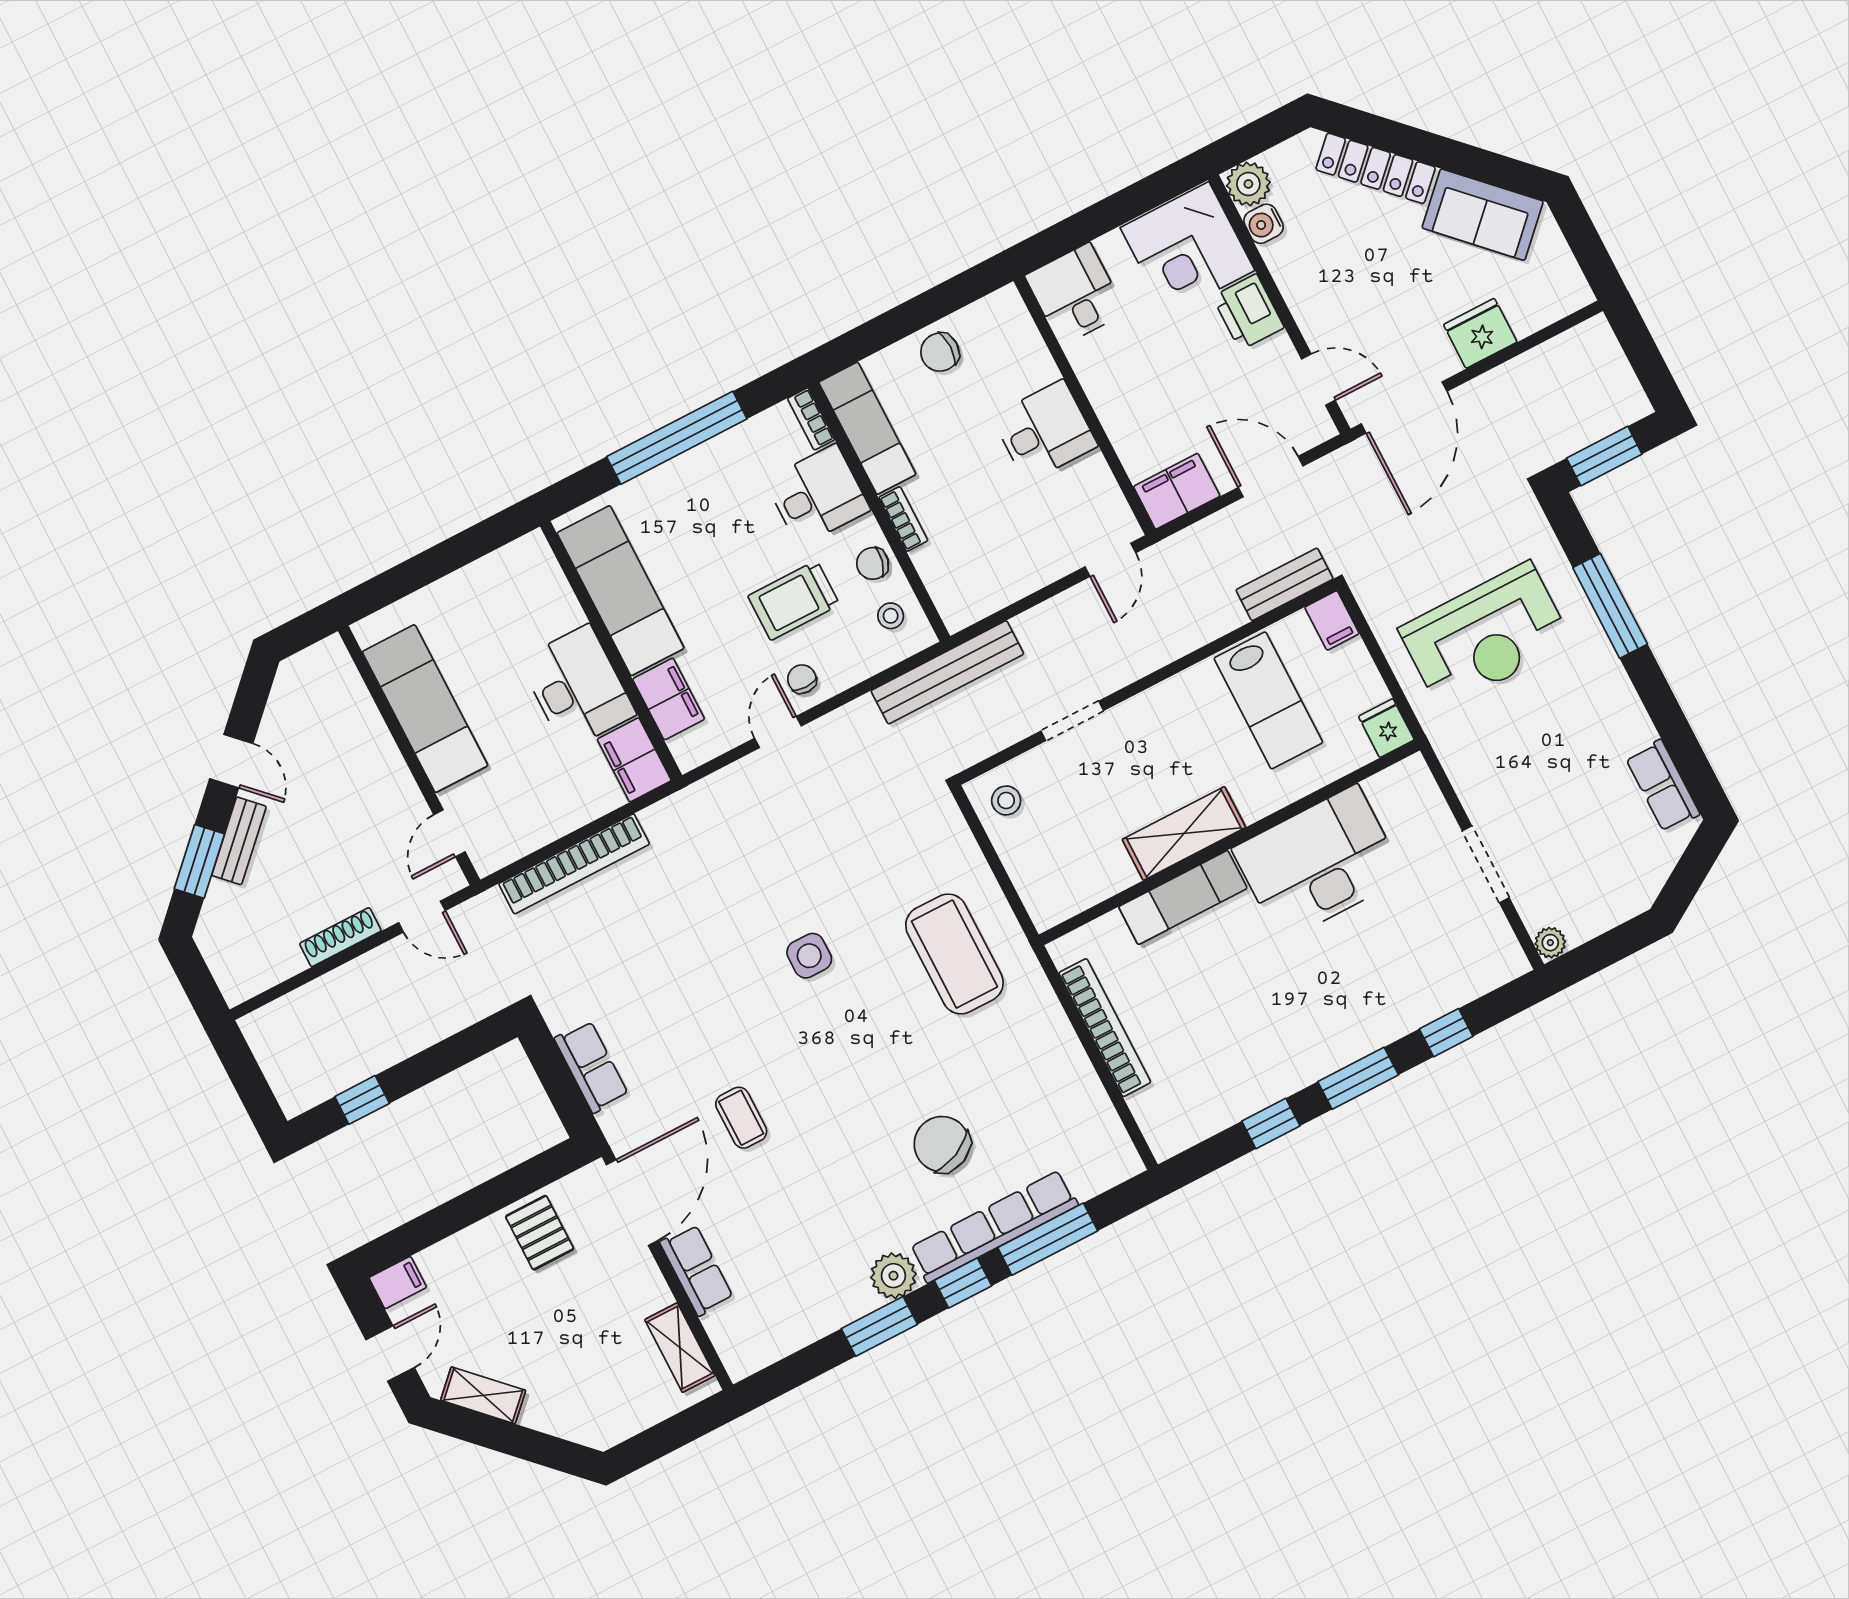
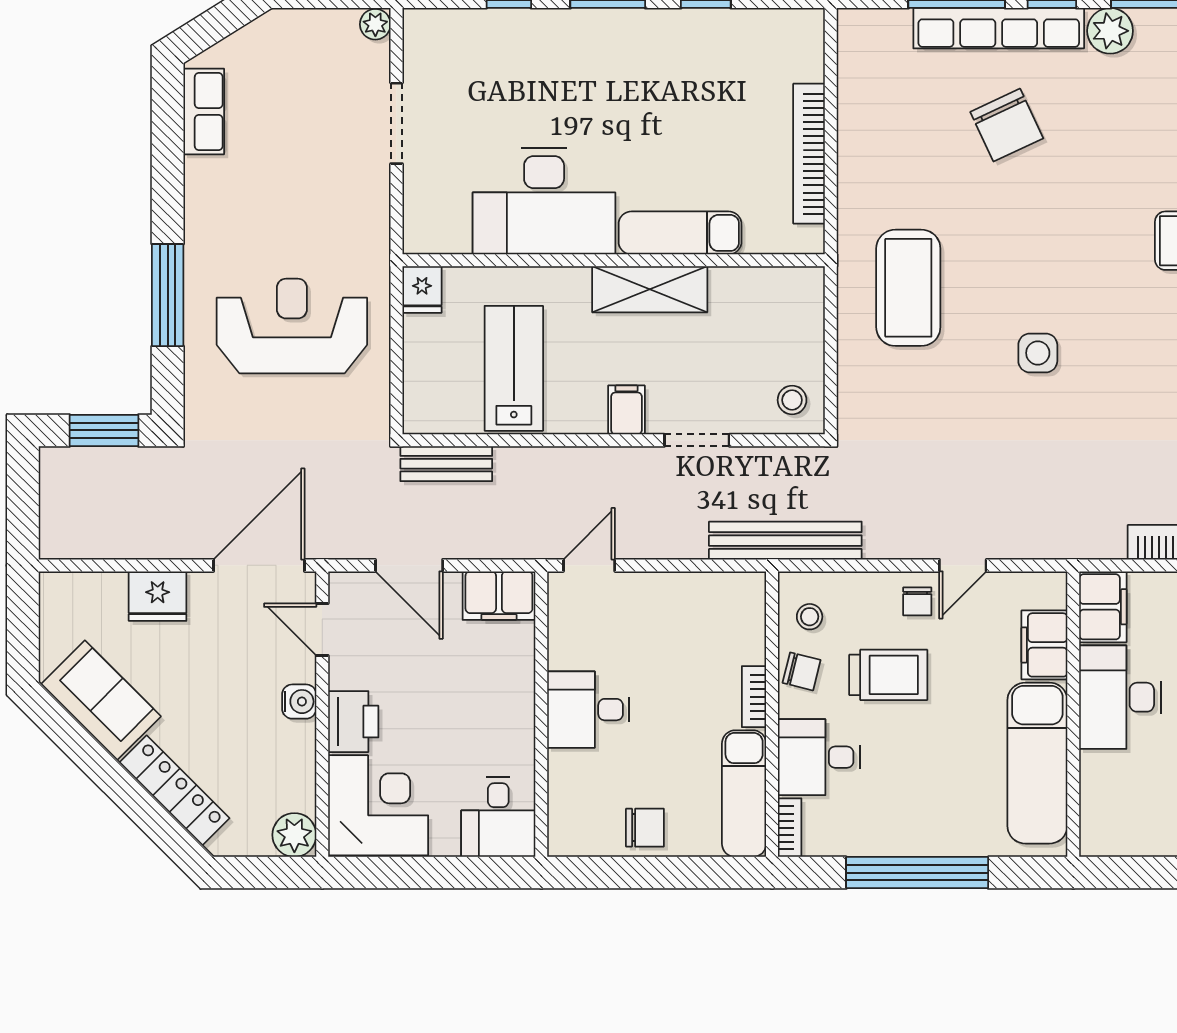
water cooler: (1264, 224) -> (299, 702), moved
filing cabinet: (1332, 620) -> (626, 410), moved

